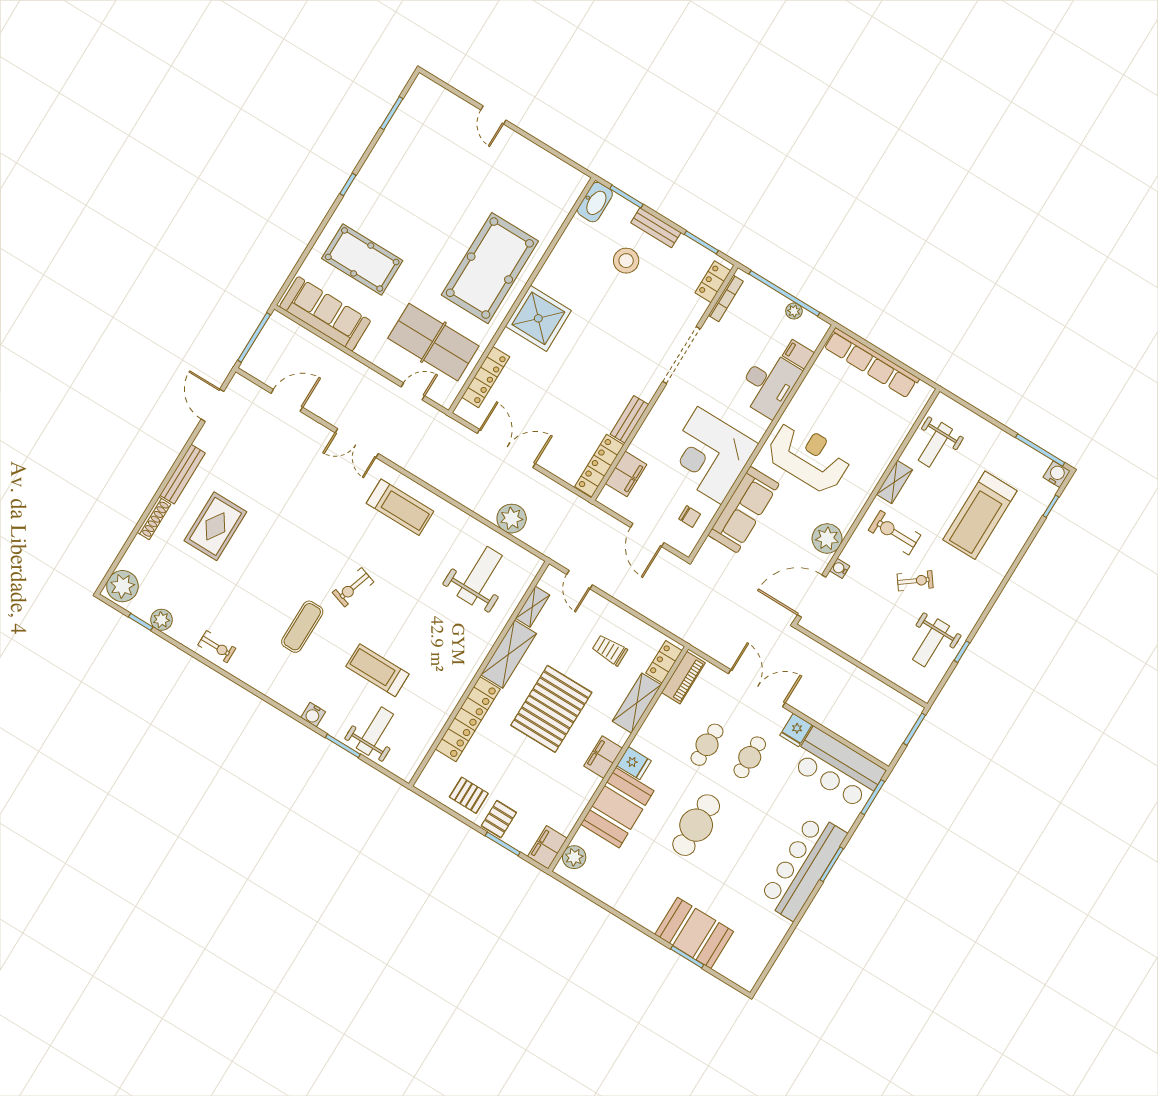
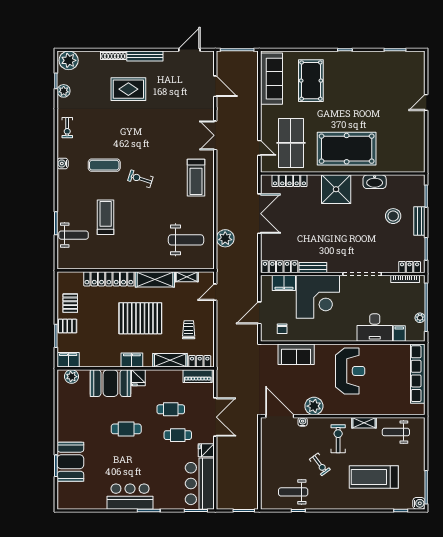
washbasin: (595, 202) -> (375, 182), moved
corner desk: (710, 456) -> (318, 297), moved, turned 180
sofa: (744, 510) -> (296, 354), width x0.73
water cooler: (313, 715) -> (63, 164), moved
cafe table: (696, 825) -> (126, 429), width x0.73, depth x0.74
bar counter: (803, 867) -> (130, 497), width x0.73

